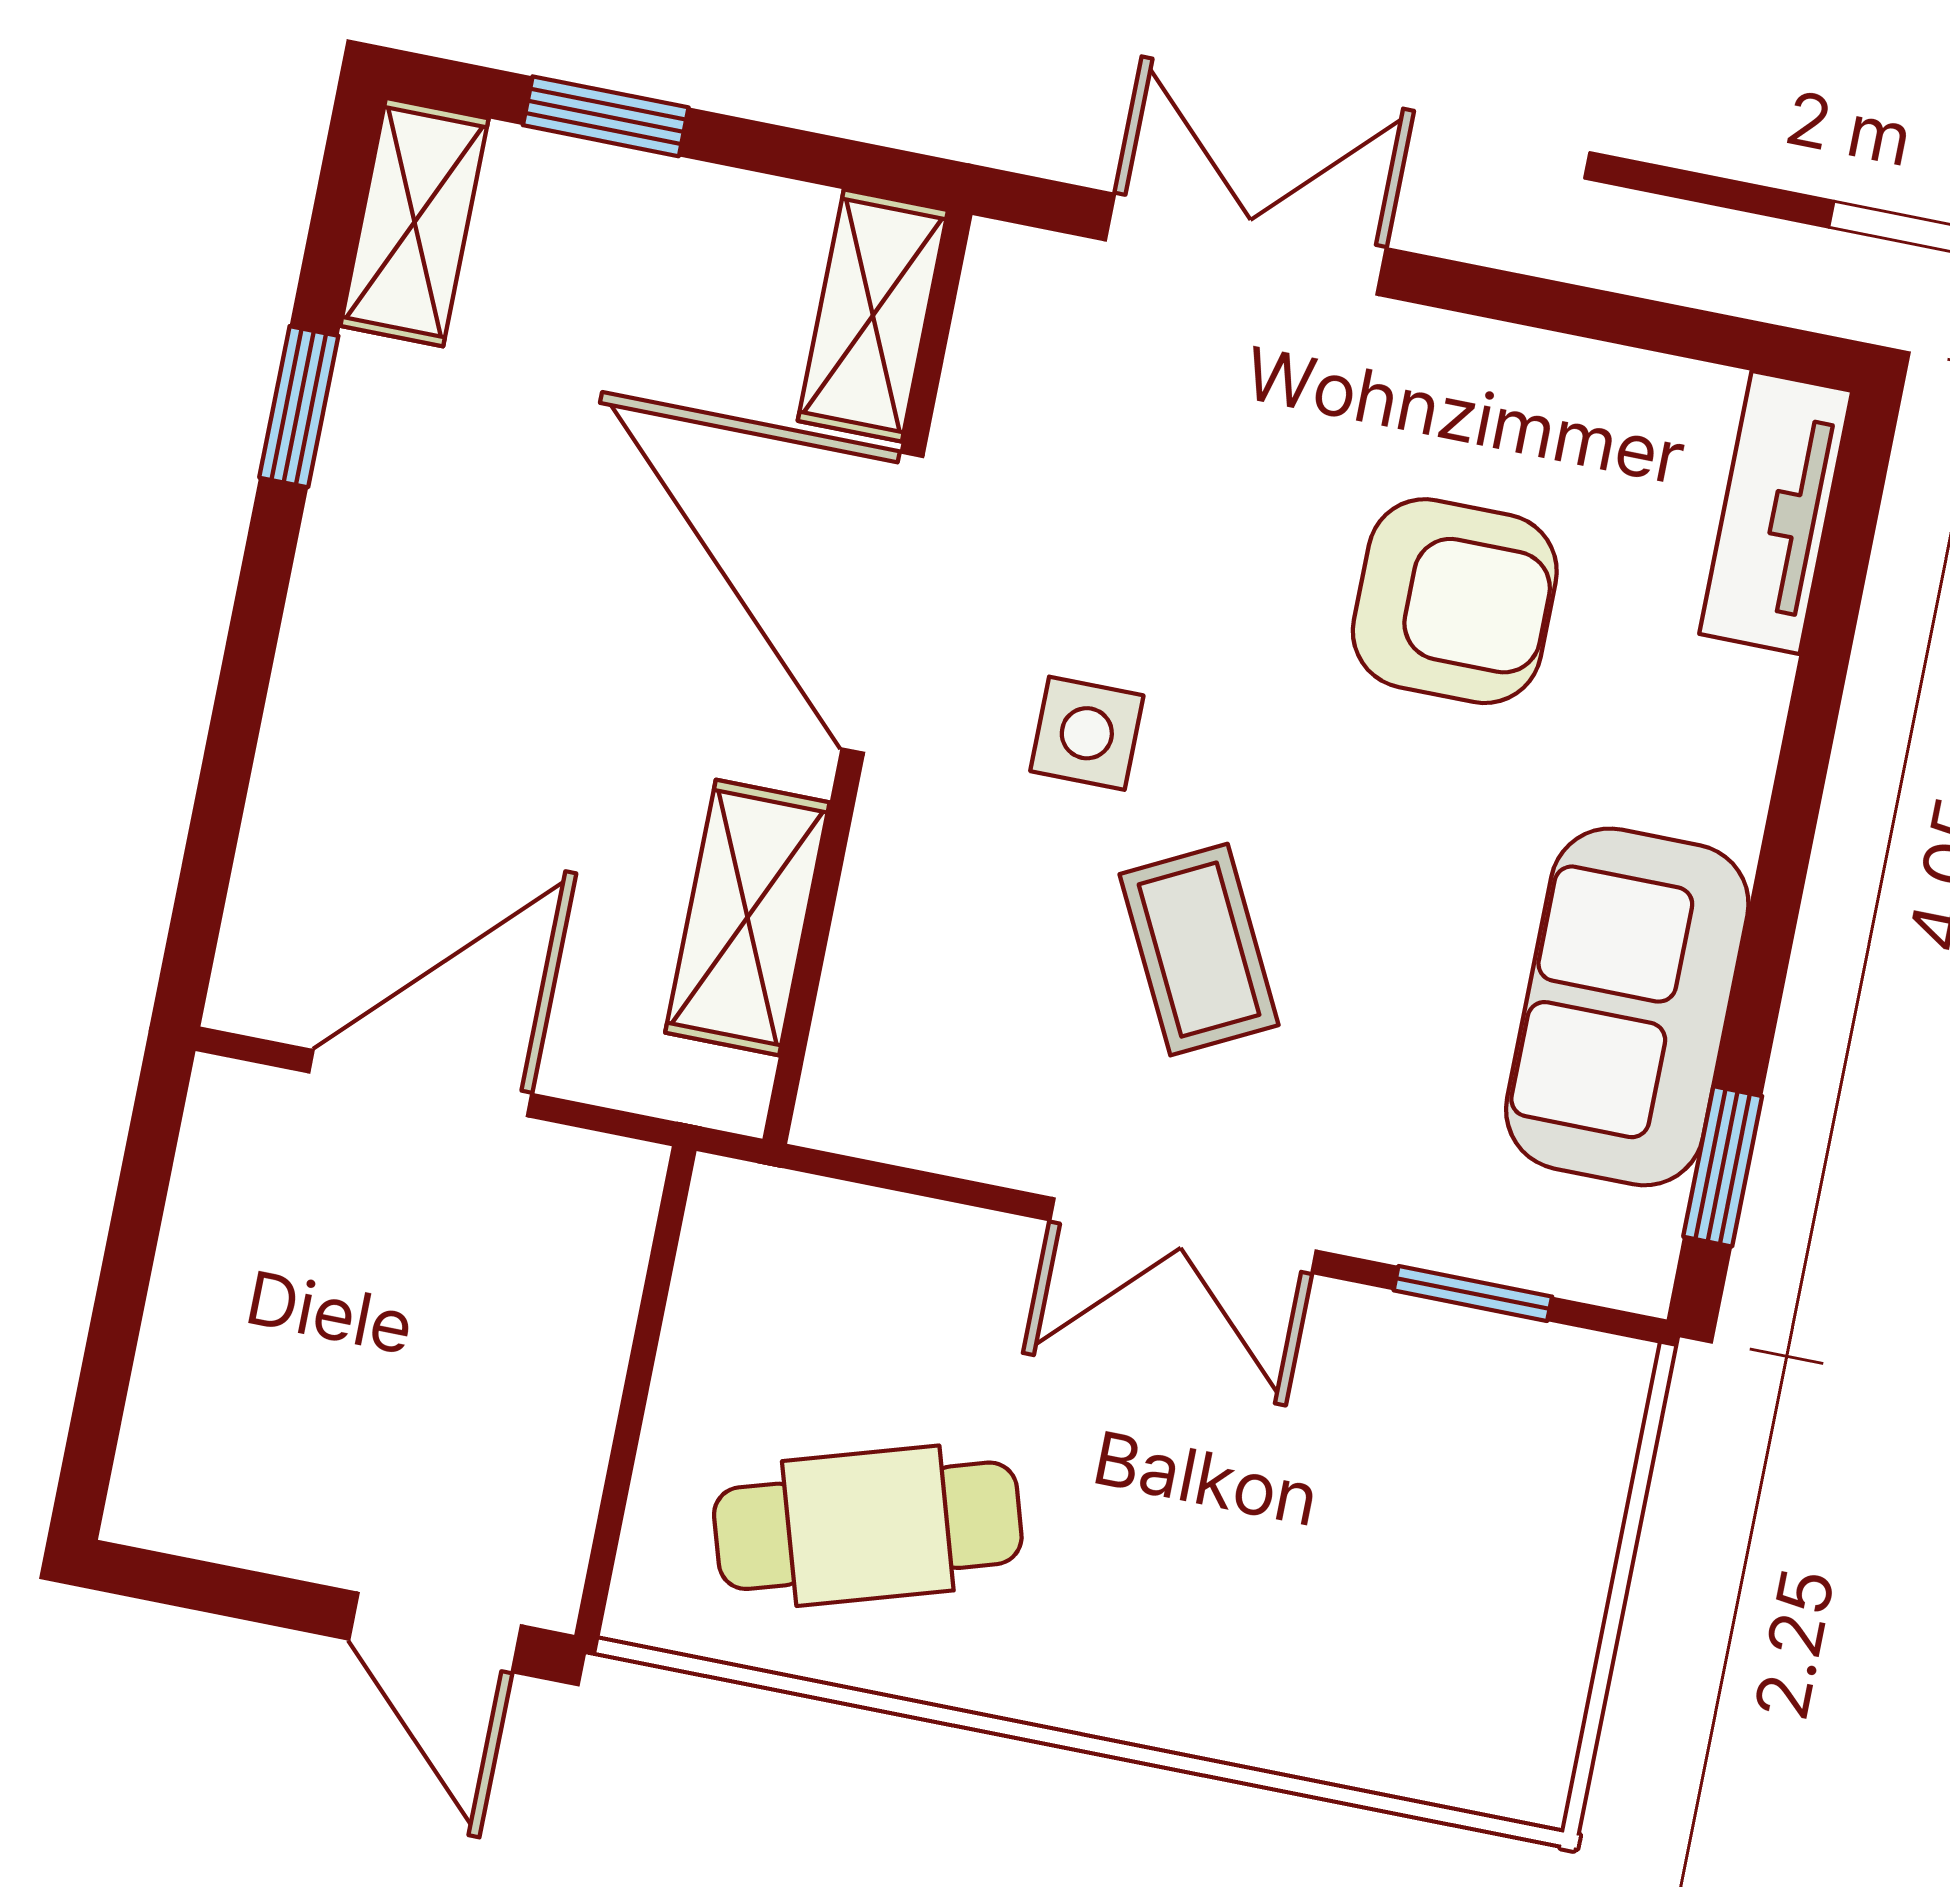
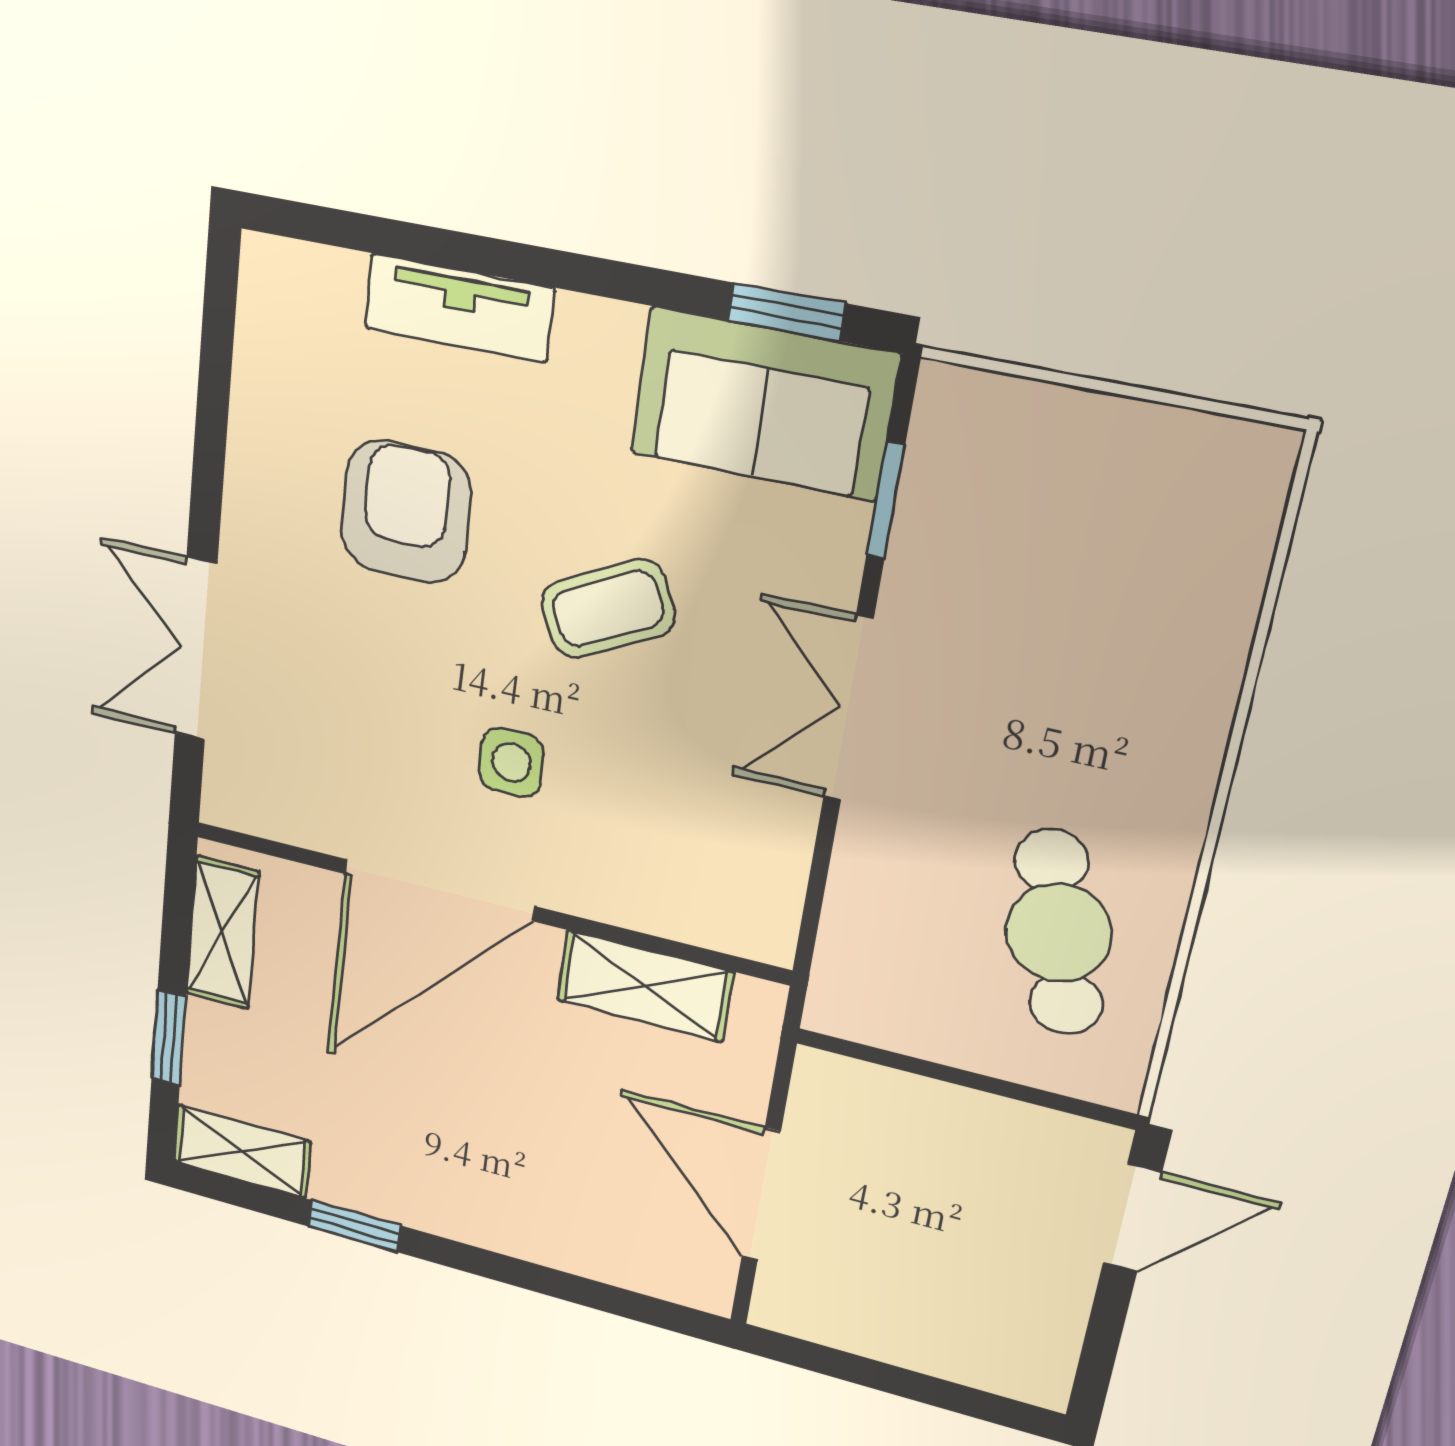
shelving: (873, 315) -> (222, 933), moved, turned 90
tv unit: (1776, 512) -> (459, 308), moved
coffee table: (1199, 950) -> (608, 609), moved
sofa: (1627, 1007) -> (764, 404), moved
double door: (1183, 1236) -> (848, 708), swing flipped

